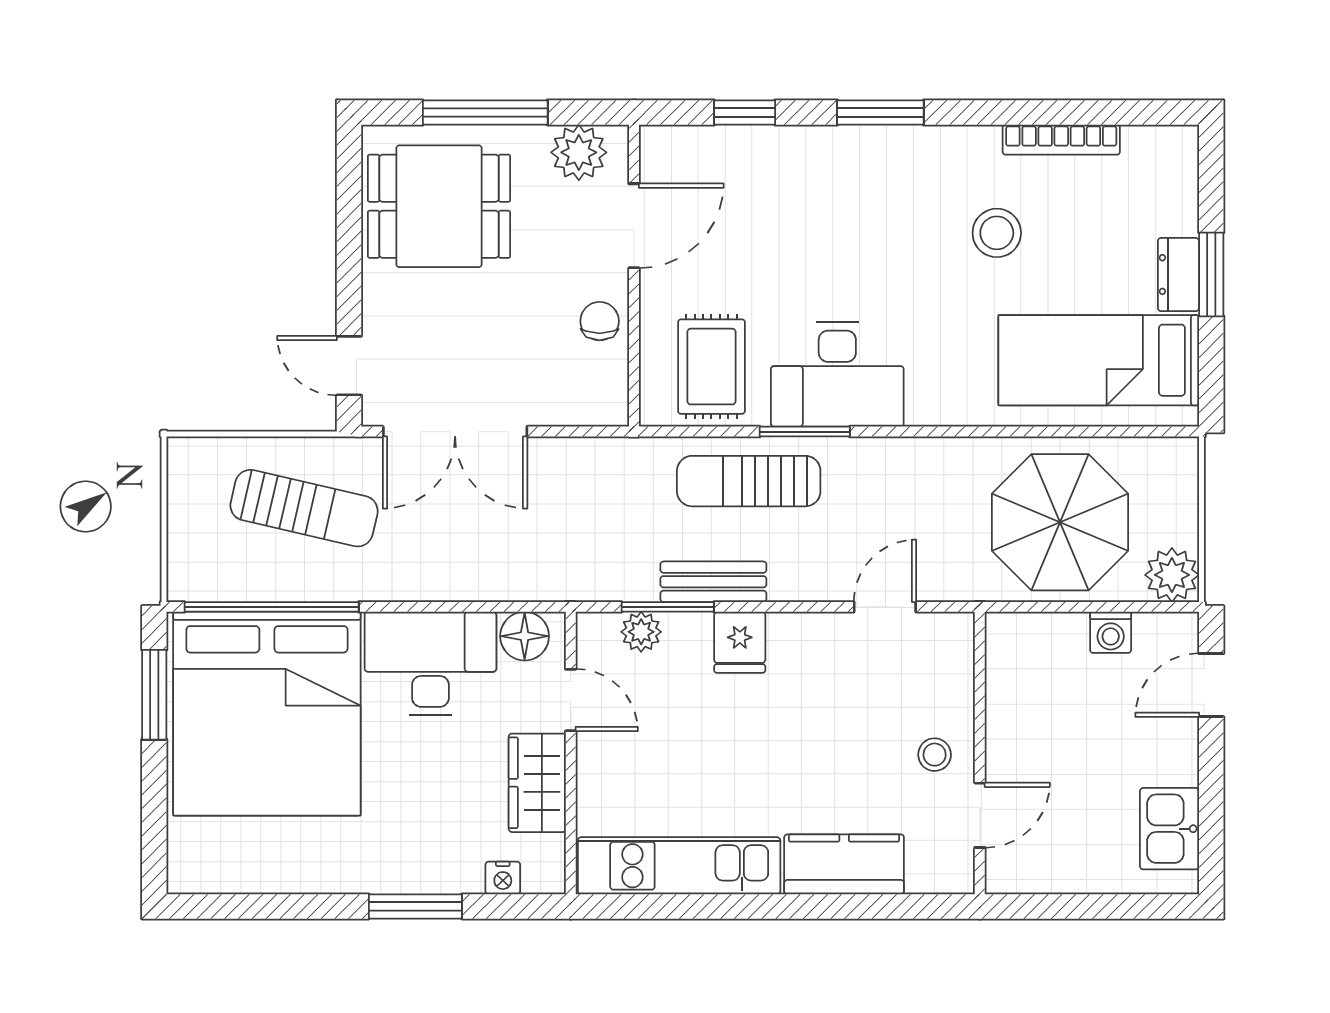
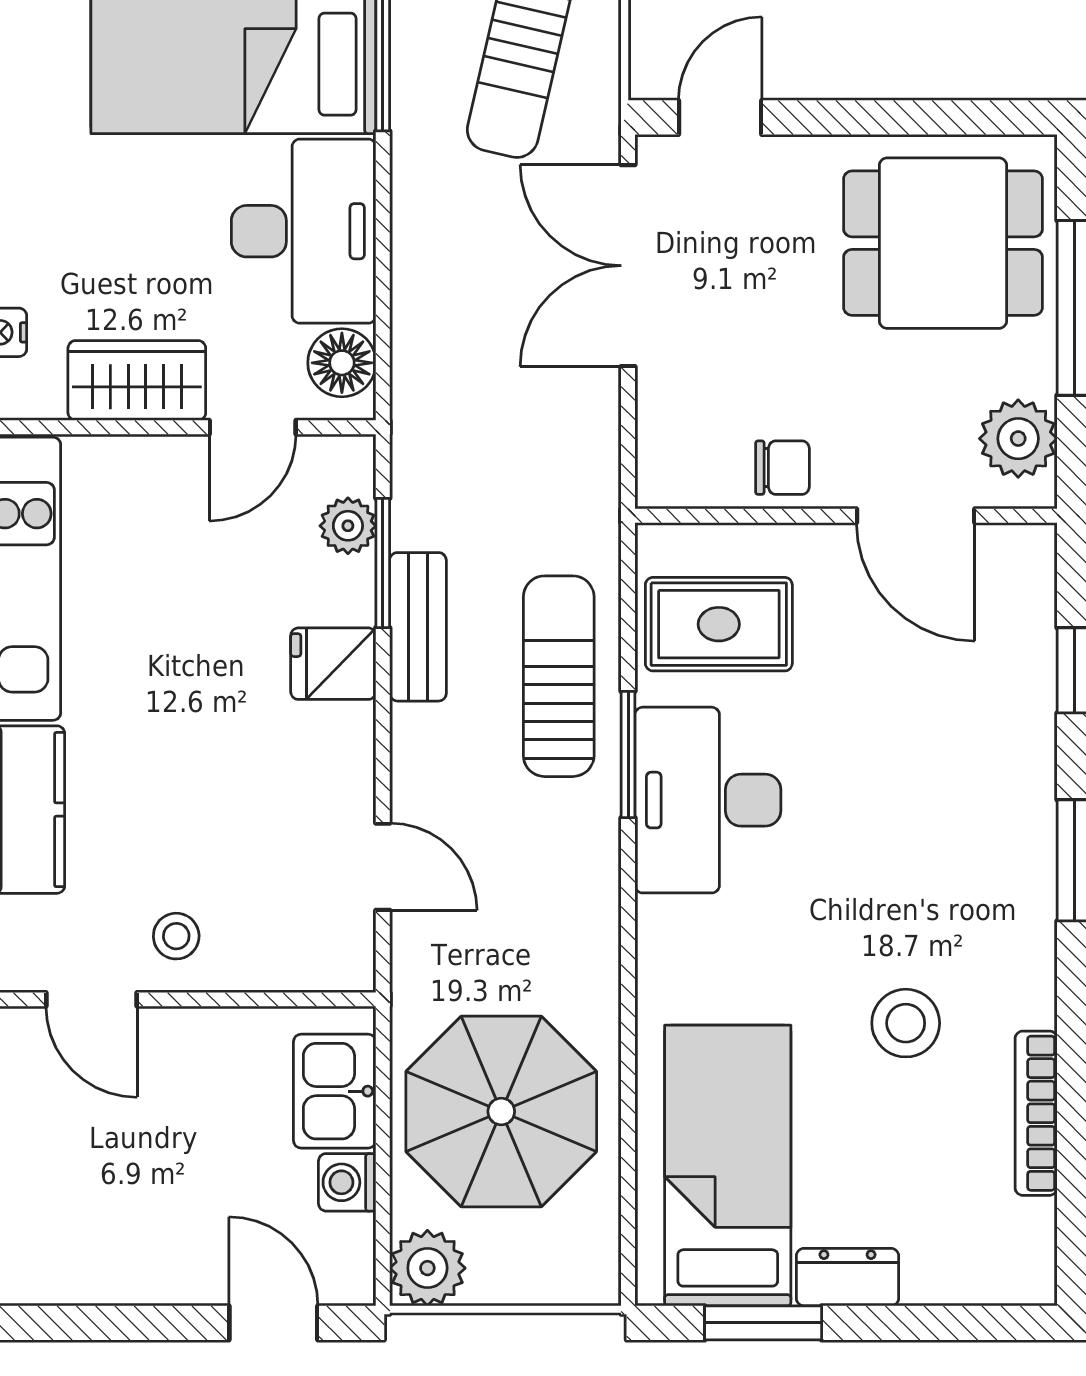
dining table: (439, 206) -> (943, 243), turned 90
window: (1211, 274) -> (763, 1323), moved
kitchen sink: (1170, 829) -> (335, 1091), moved, turned -90

